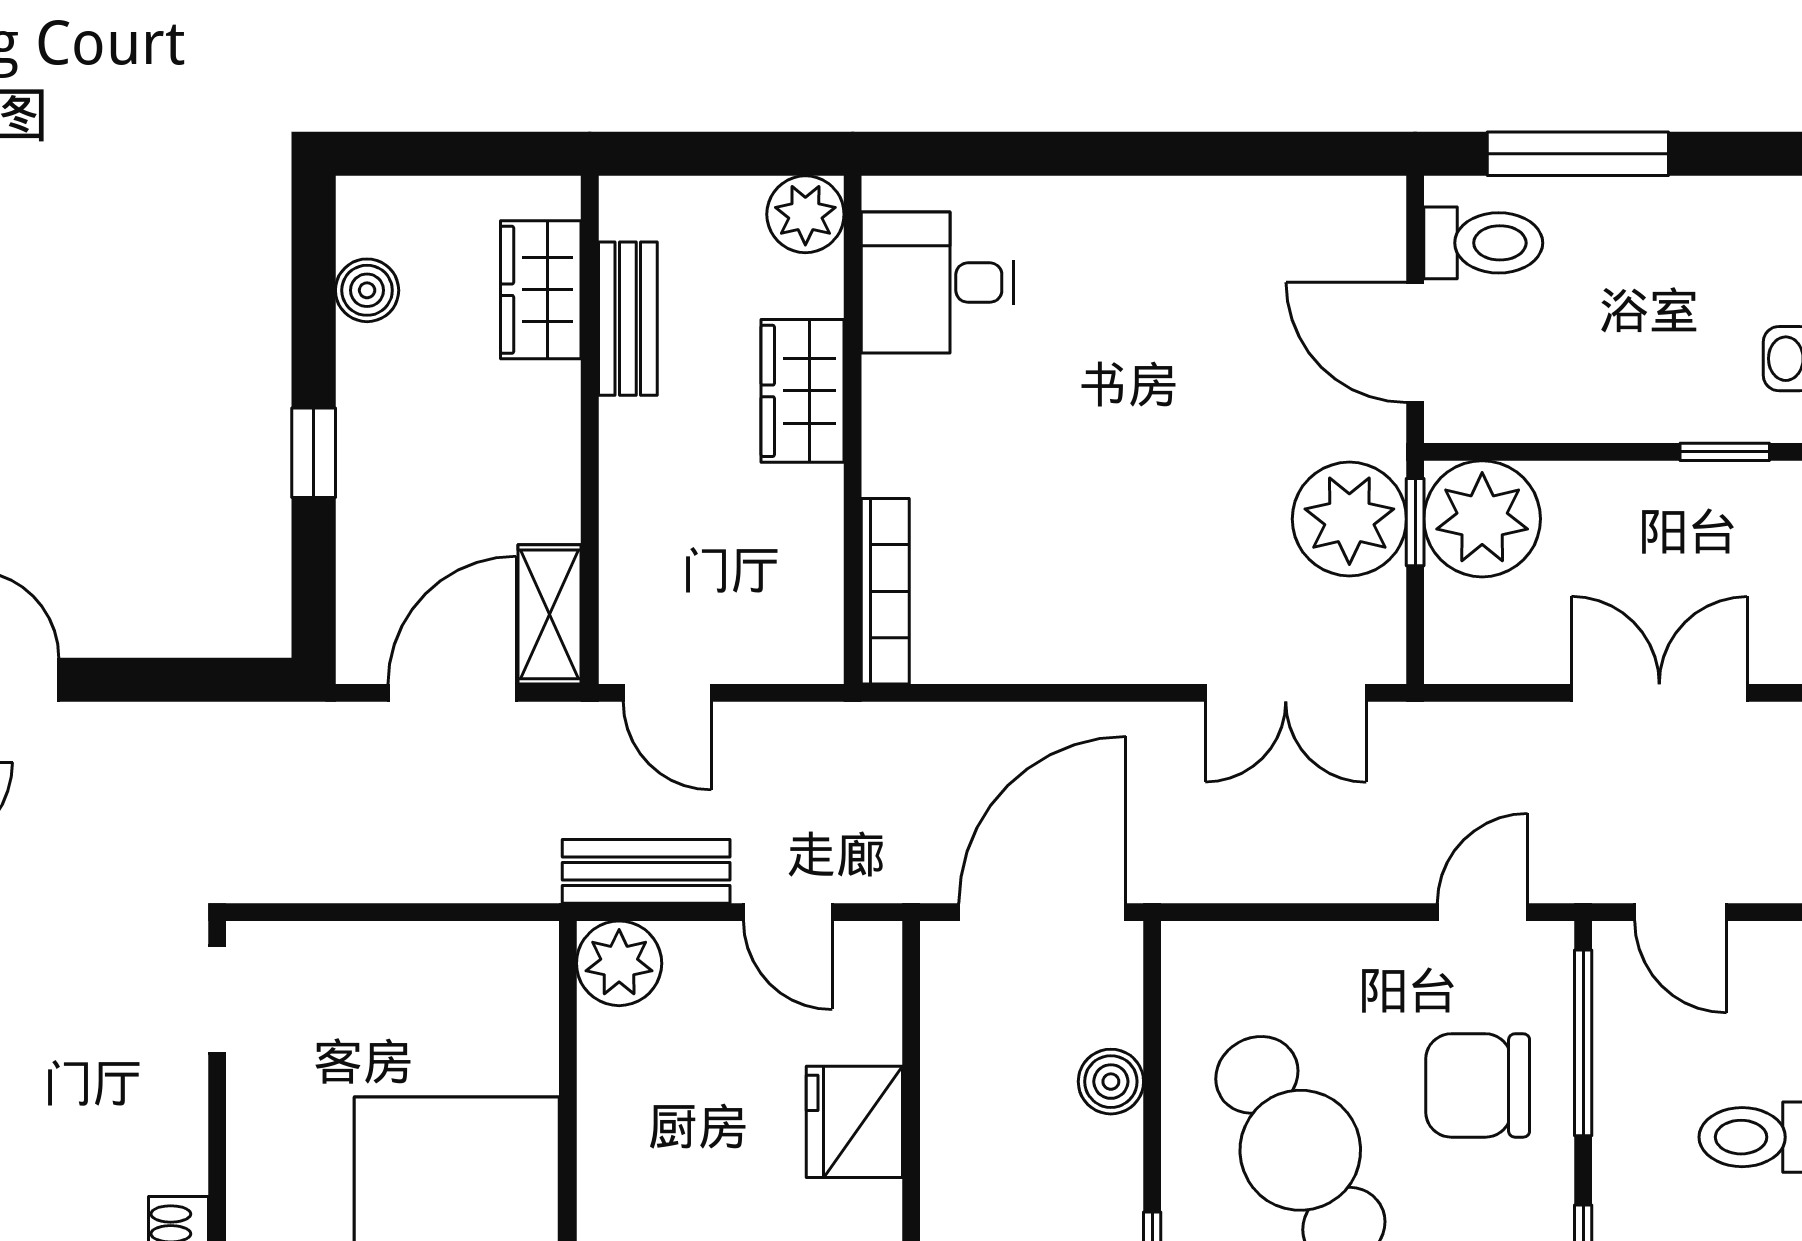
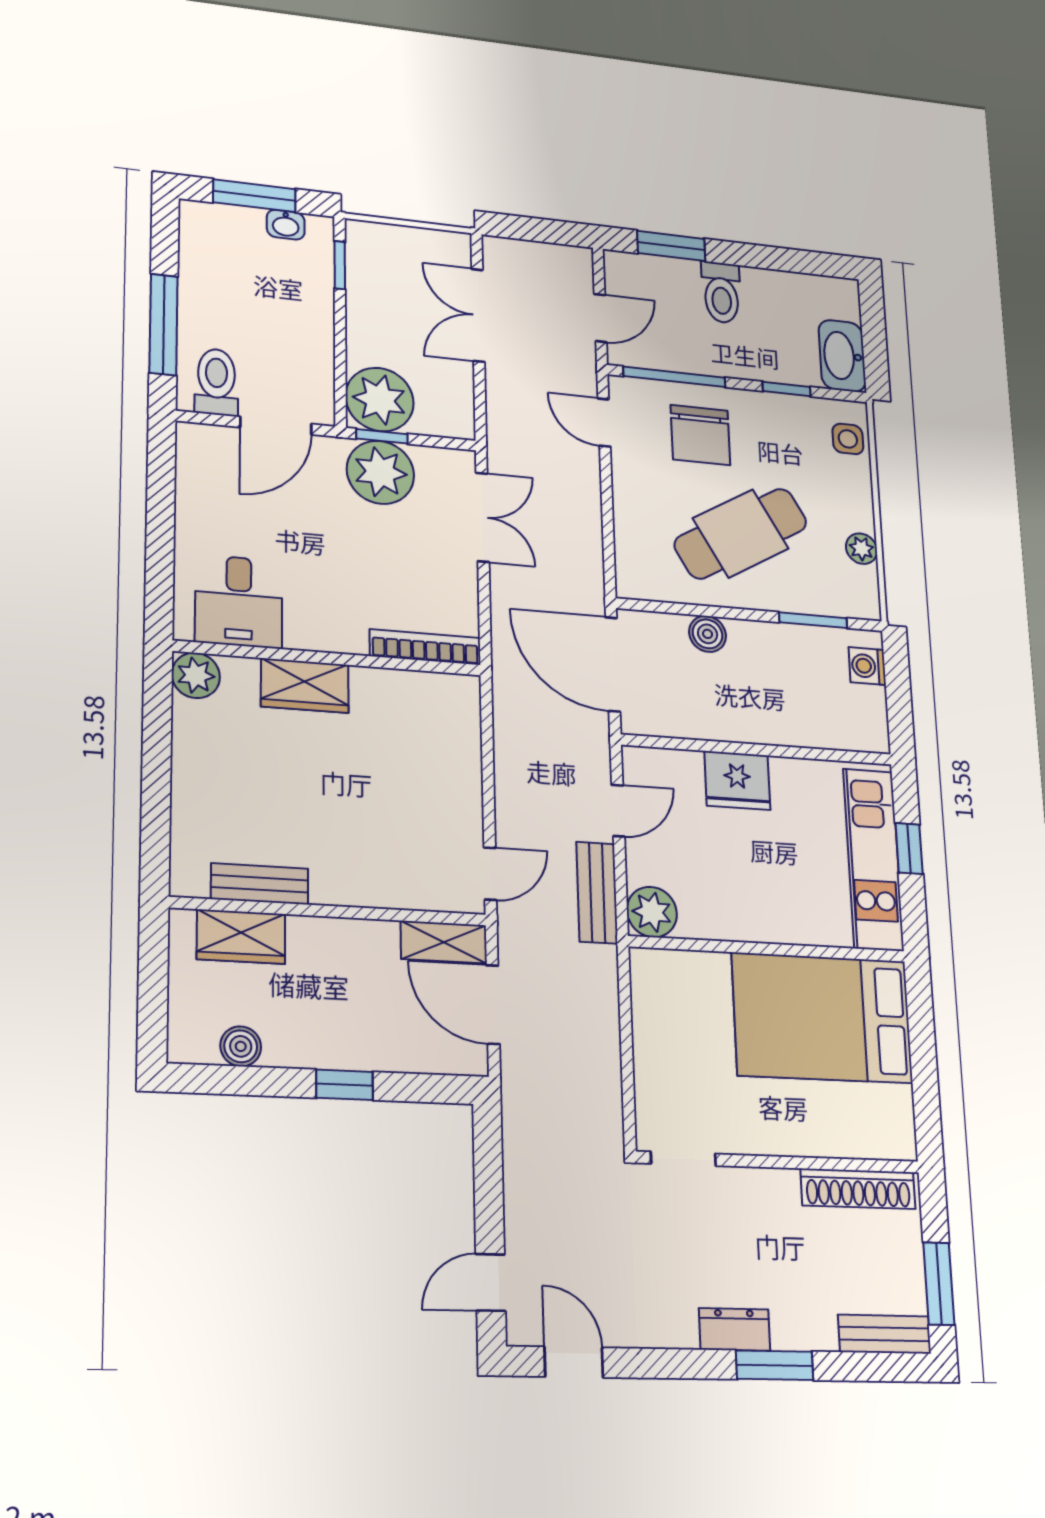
plant: (805, 214) -> (196, 675), moved
desk: (938, 283) -> (239, 601), moved
wardrobe: (803, 391) -> (305, 685), moved
wall: (853, 430) -> (329, 658), moved
bookcase: (885, 591) -> (425, 647), moved

